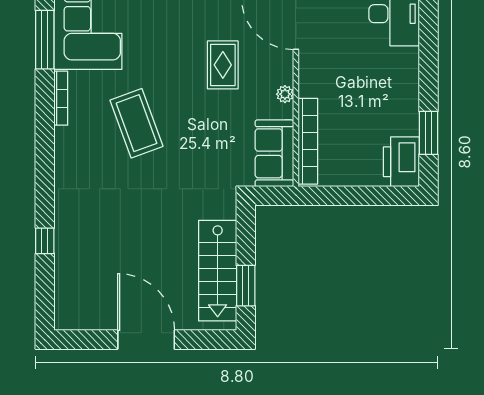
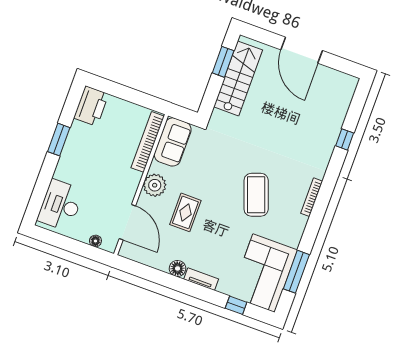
plant: (285, 94) -> (155, 185), width x1.88, depth x1.88
bookcase: (61, 98) -> (312, 197), moved
window: (428, 133) -> (59, 140), moved

